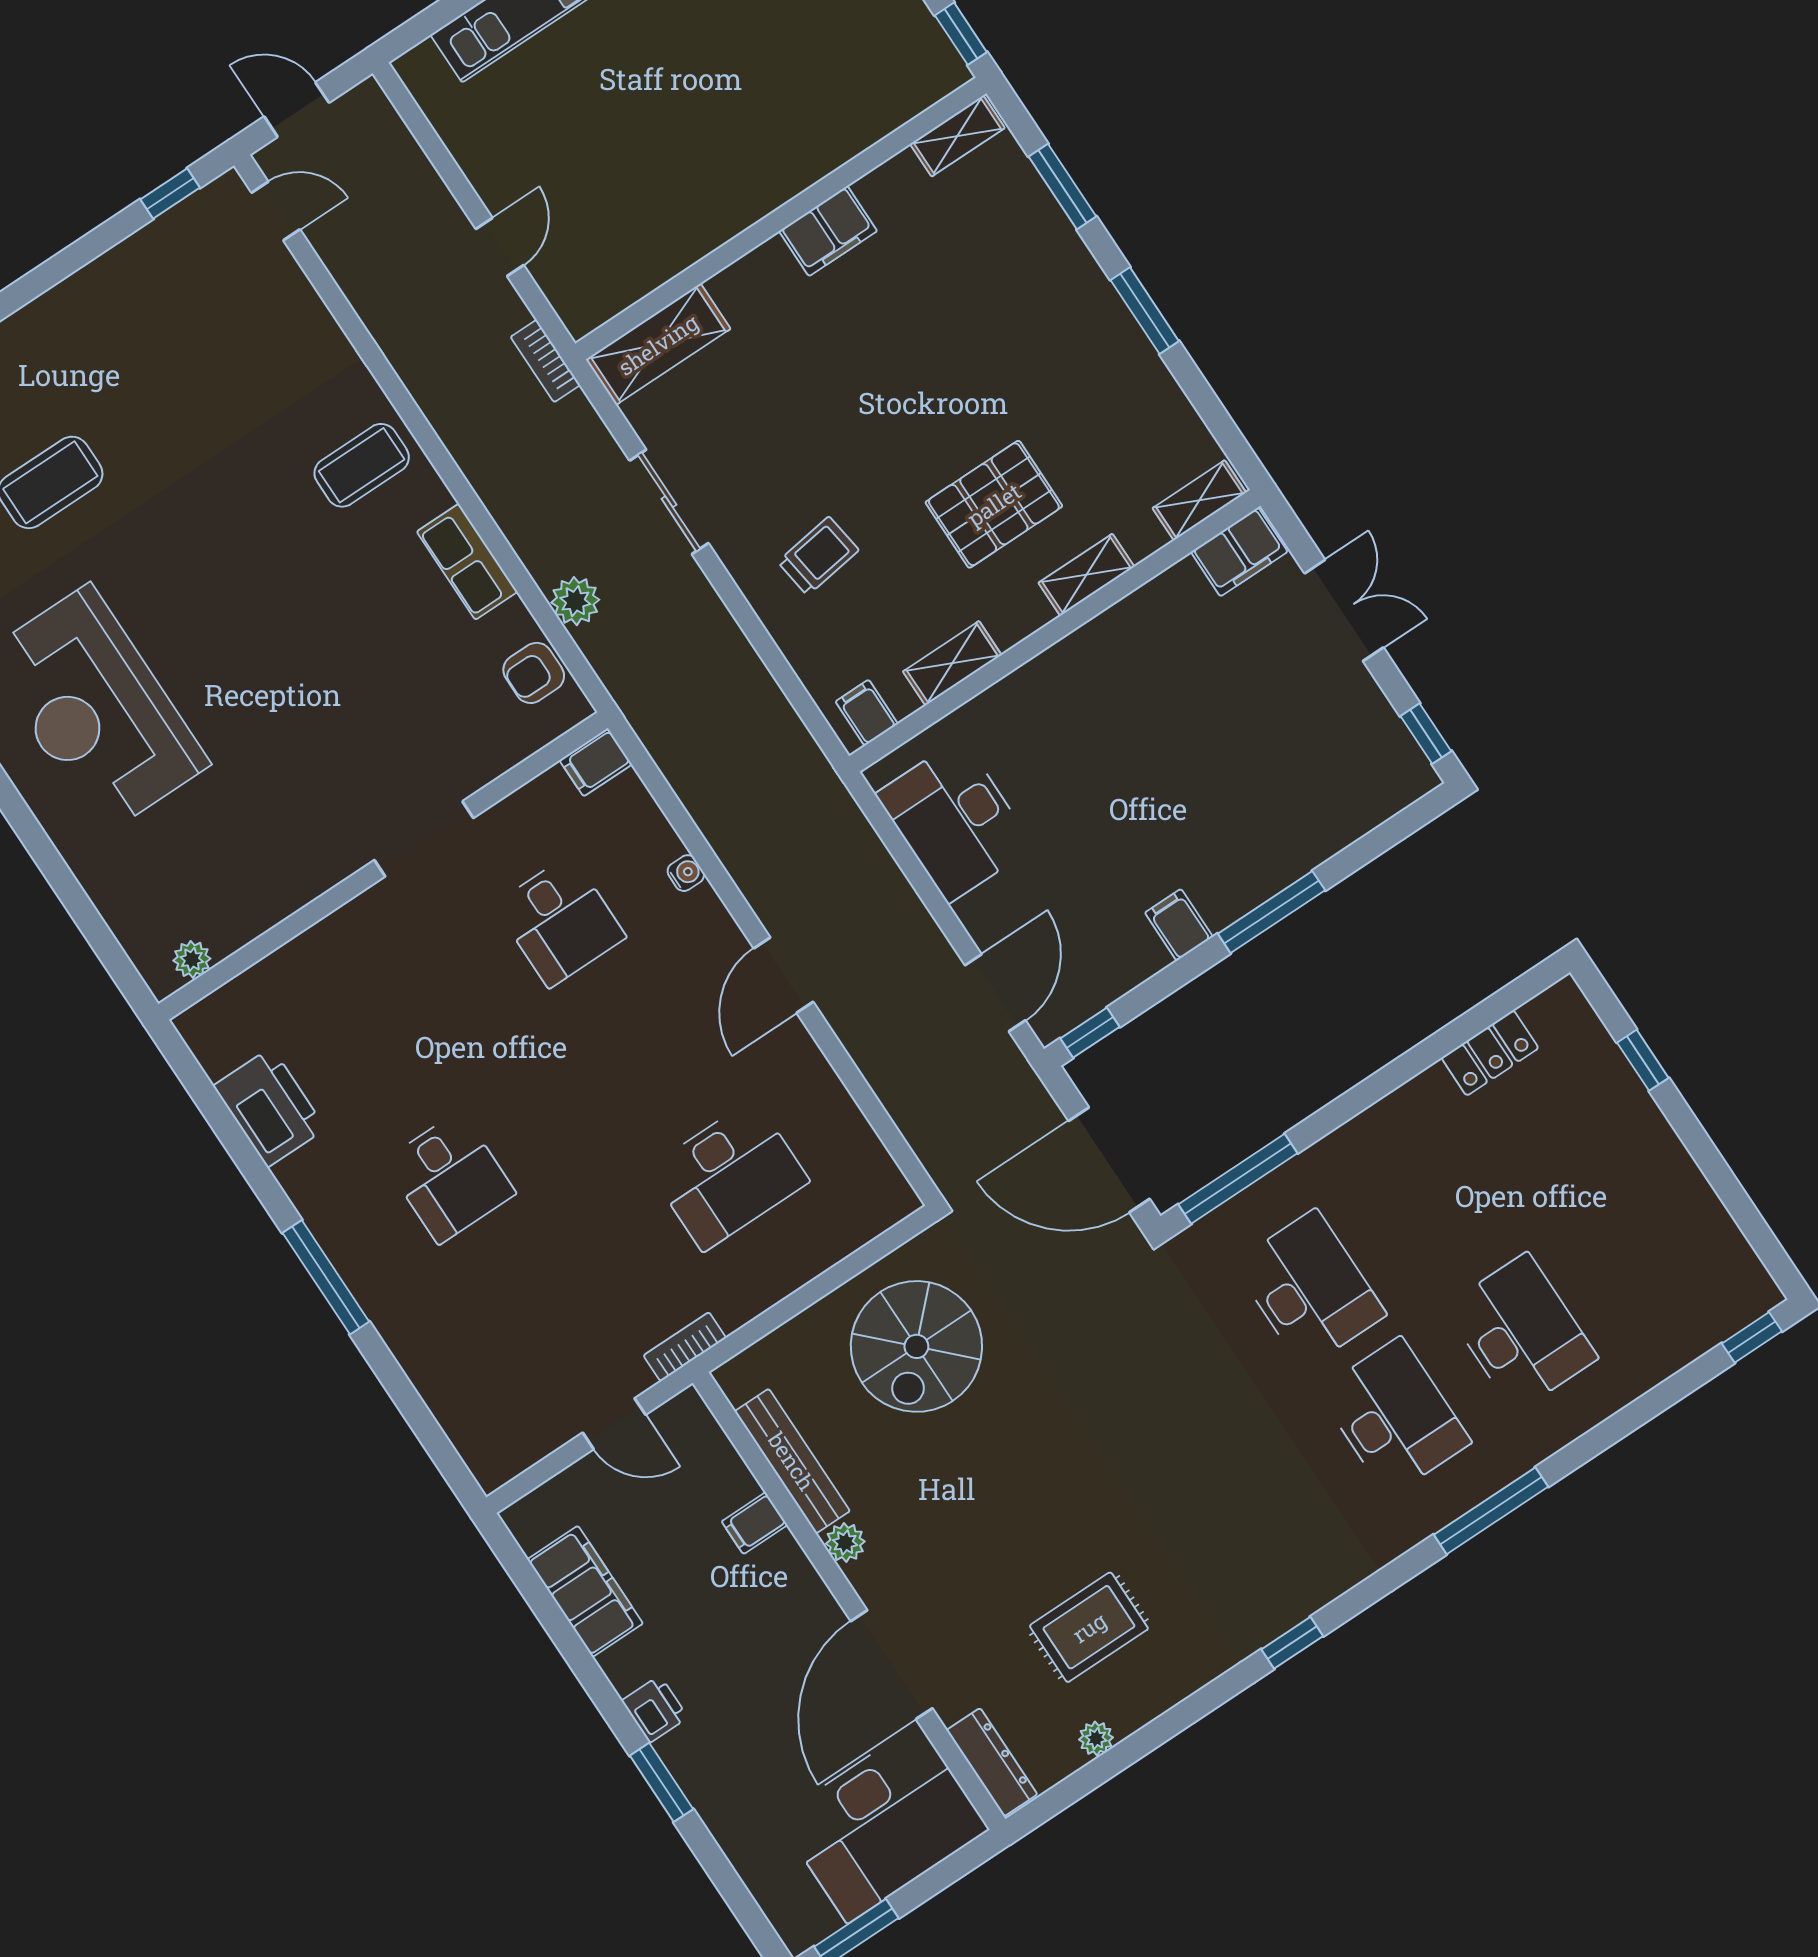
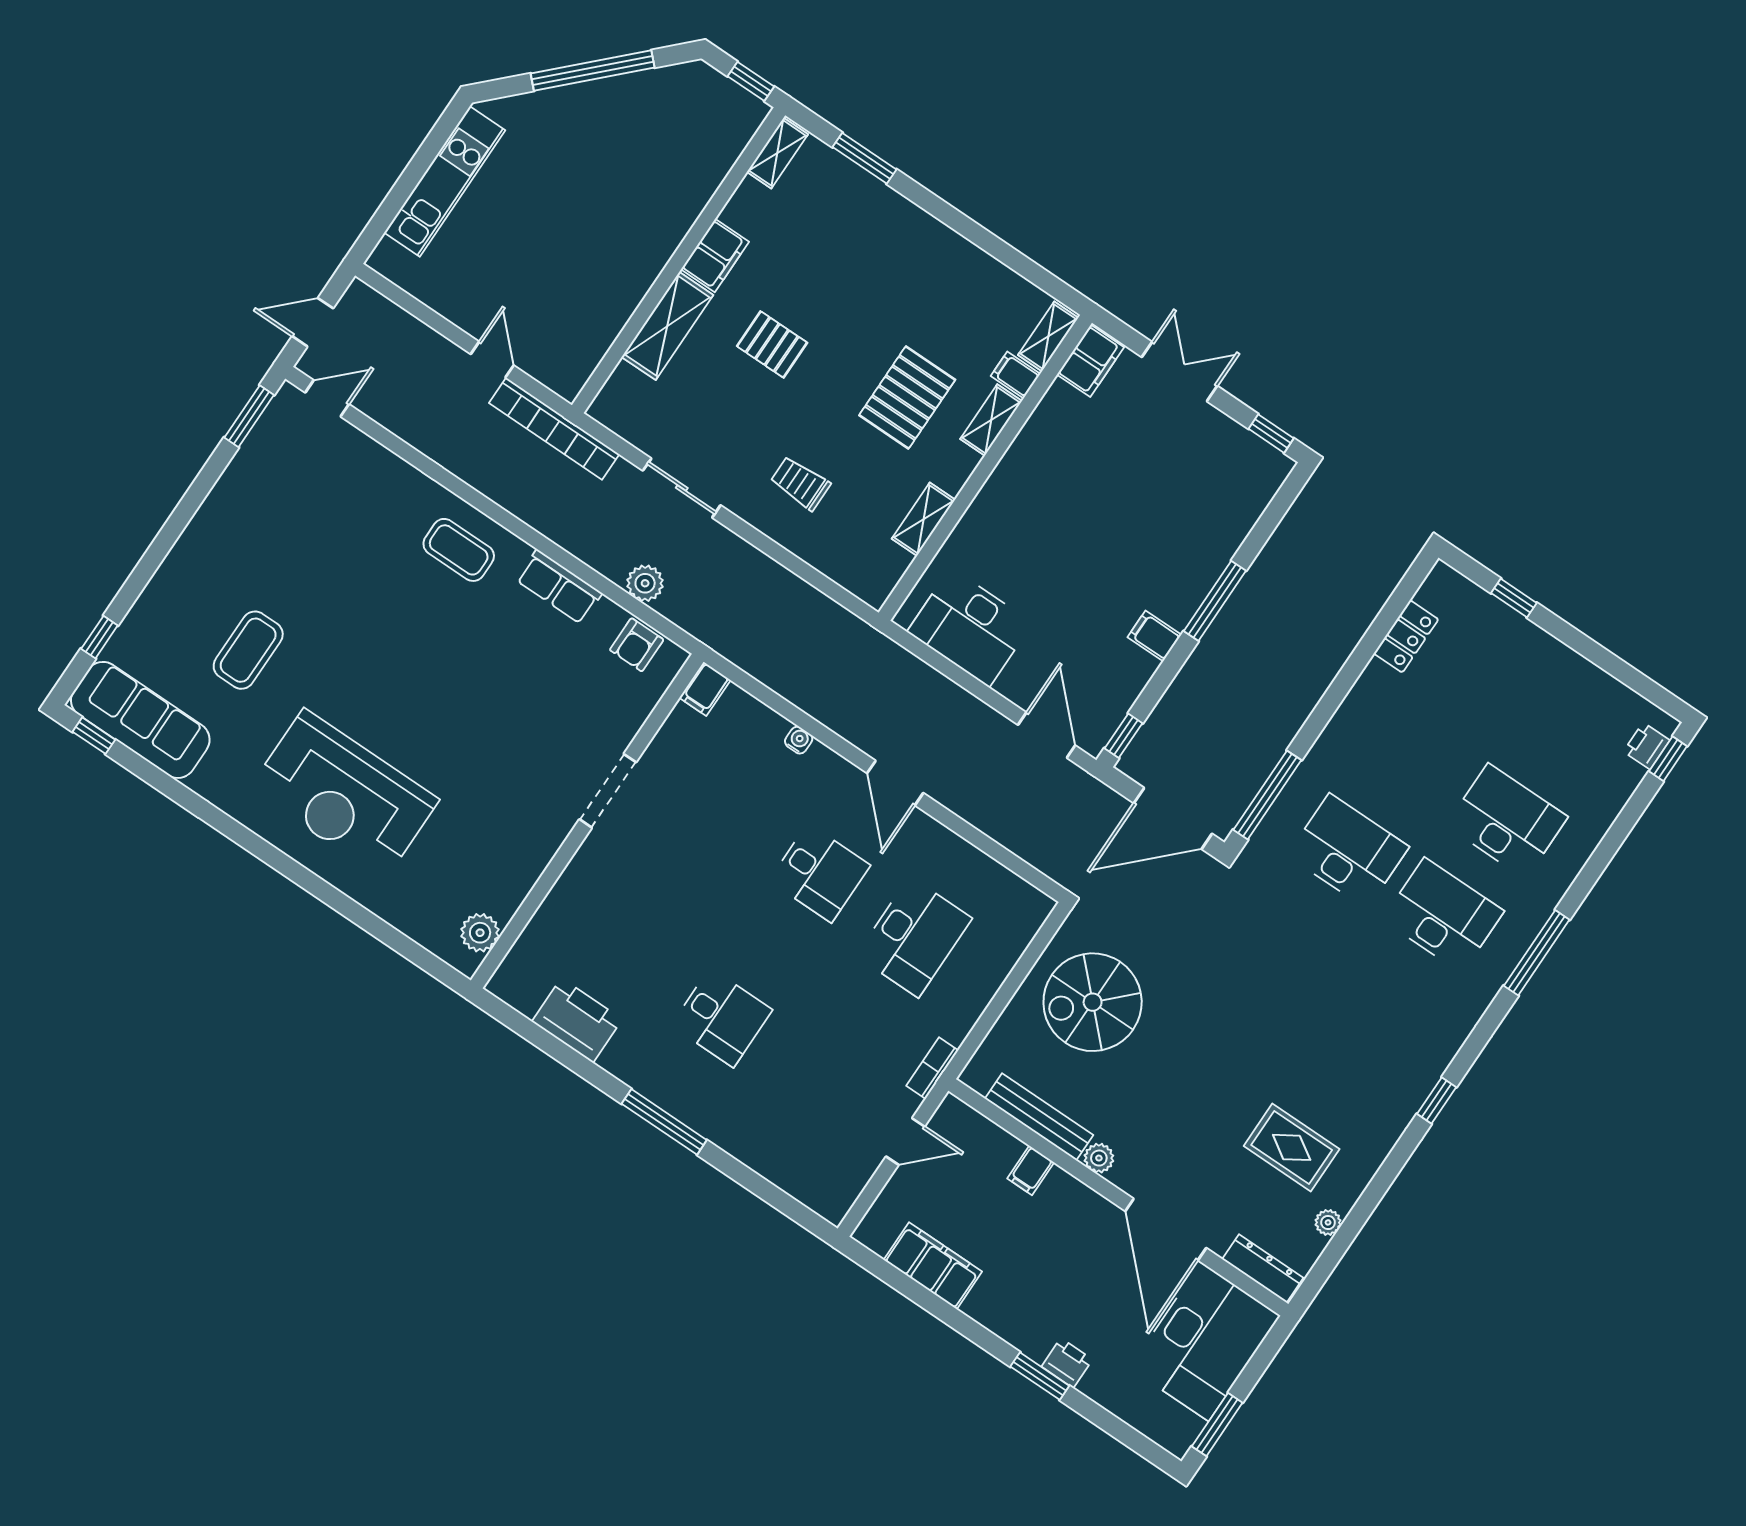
window: (170, 194) -> (249, 416), width x1.50
window: (1145, 311) -> (957, 221), removed
shelving: (658, 344) -> (667, 326), moved
bookcase: (545, 361) -> (554, 429), width x2.31, depth x1.31
pallet: (854, 370) -> (772, 344), added
coffee table: (362, 465) -> (459, 550), turned 90
trolley: (818, 556) -> (800, 483), turned -82
filing cabinet: (867, 713) -> (1016, 375), moved
desk: (560, 921) -> (820, 873), moved
plant: (192, 959) -> (480, 933), width x1.38, depth x1.38
printer: (1732, 1311) -> (1647, 746), added
spiral stairs: (916, 1346) -> (1093, 1002), turned 90
rug: (1089, 1627) -> (1292, 1147), turned 90
printer: (655, 1709) -> (1067, 1363), moved

